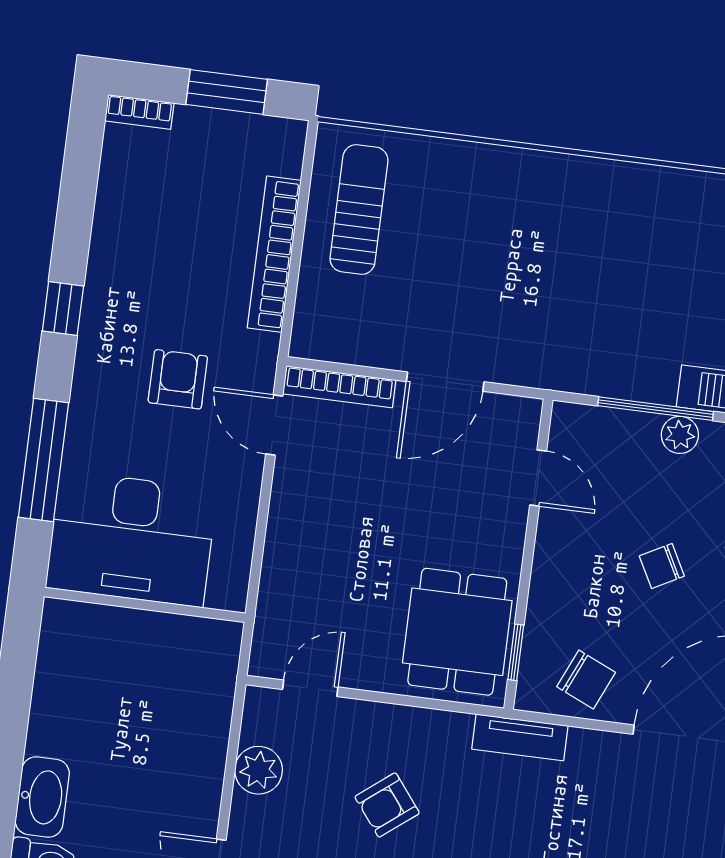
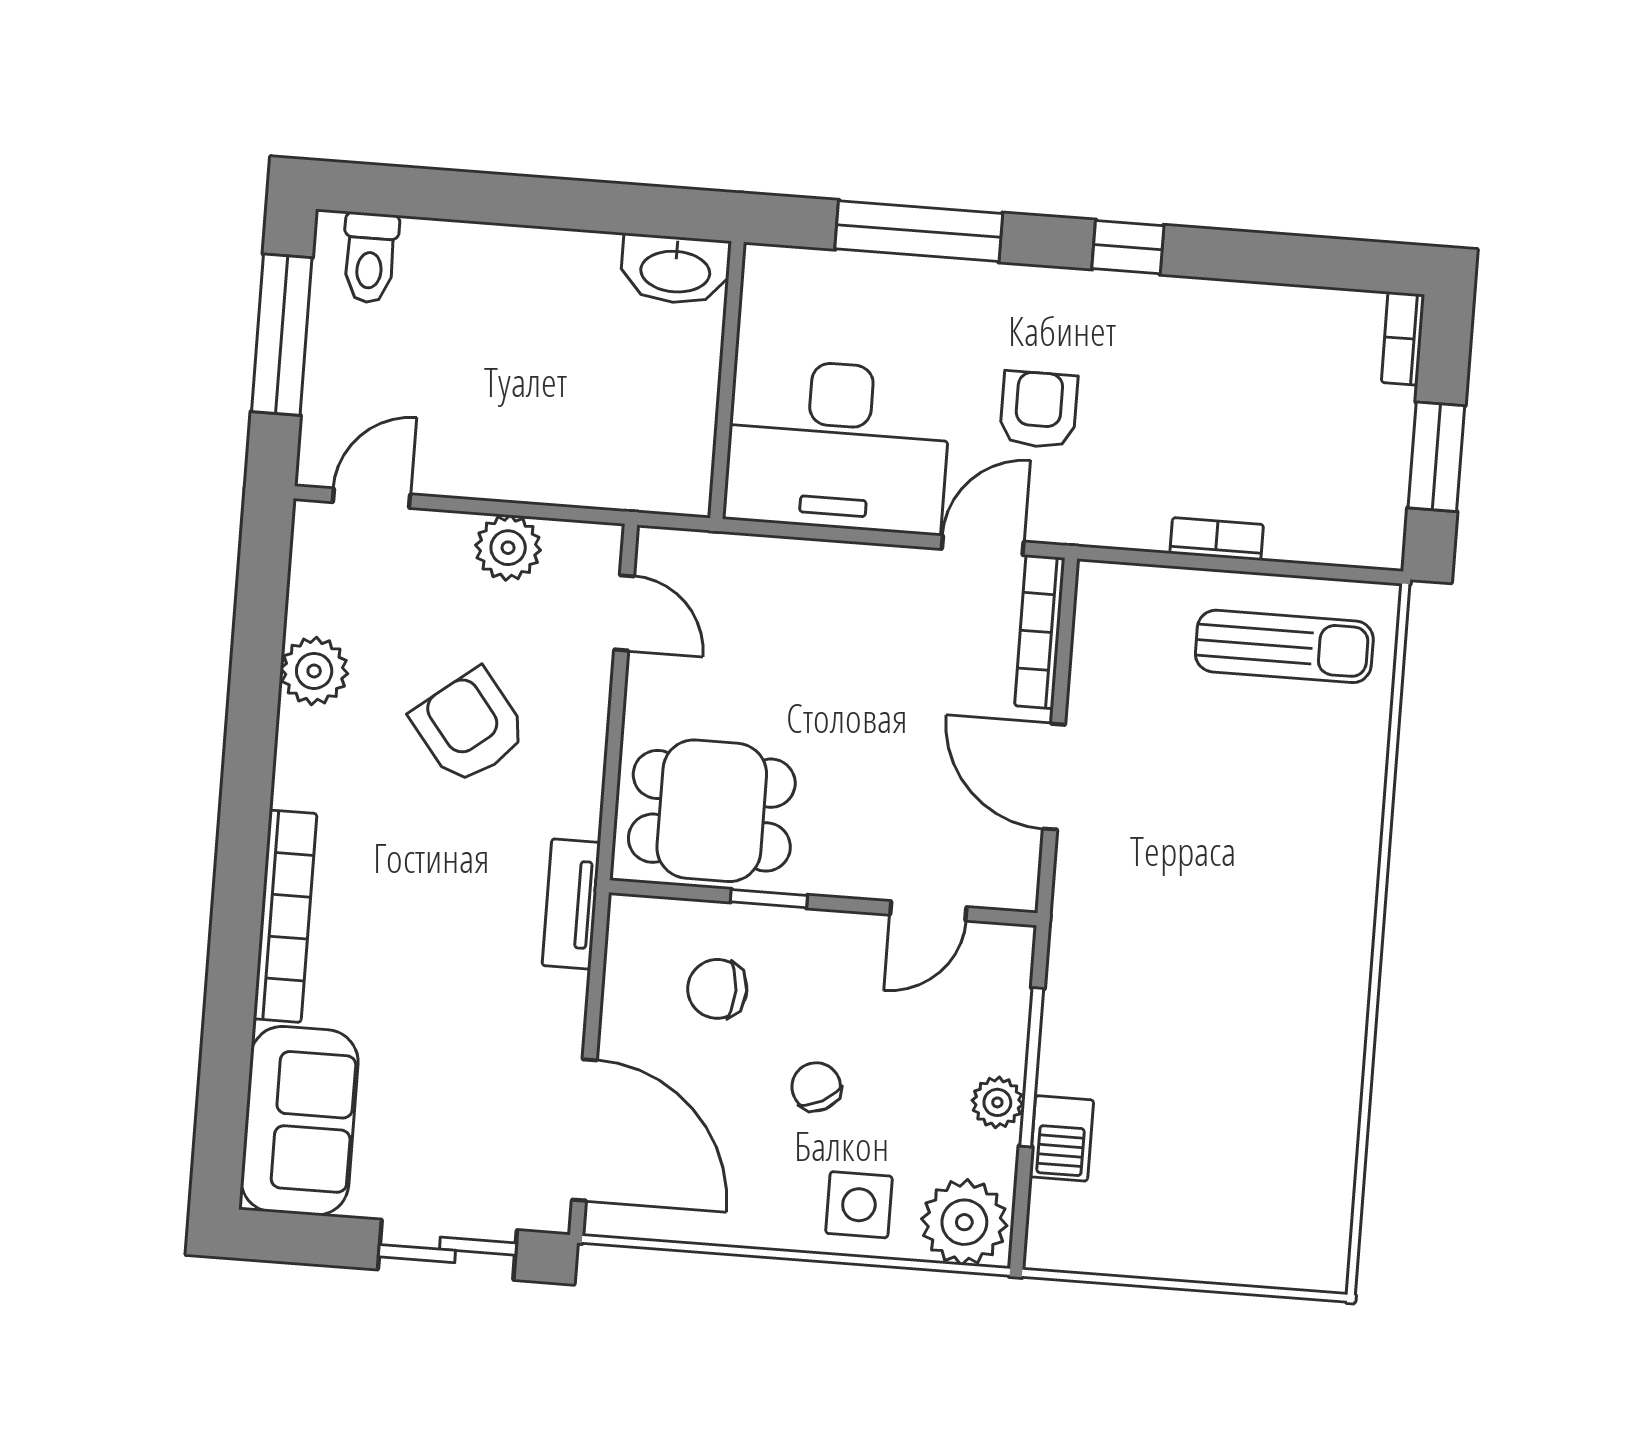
bookcase: (274, 254) -> (1217, 539), width x0.43, depth x0.76
armchair: (178, 379) -> (1039, 410), turned -90
desk: (131, 539) -> (838, 446), moved, turned -90
window: (516, 652) -> (769, 899), moved
chair: (586, 680) -> (717, 989), moved, turned 66
washbasin: (42, 797) -> (675, 270), moved
armchair: (387, 805) -> (469, 726), width x1.38, depth x1.38

